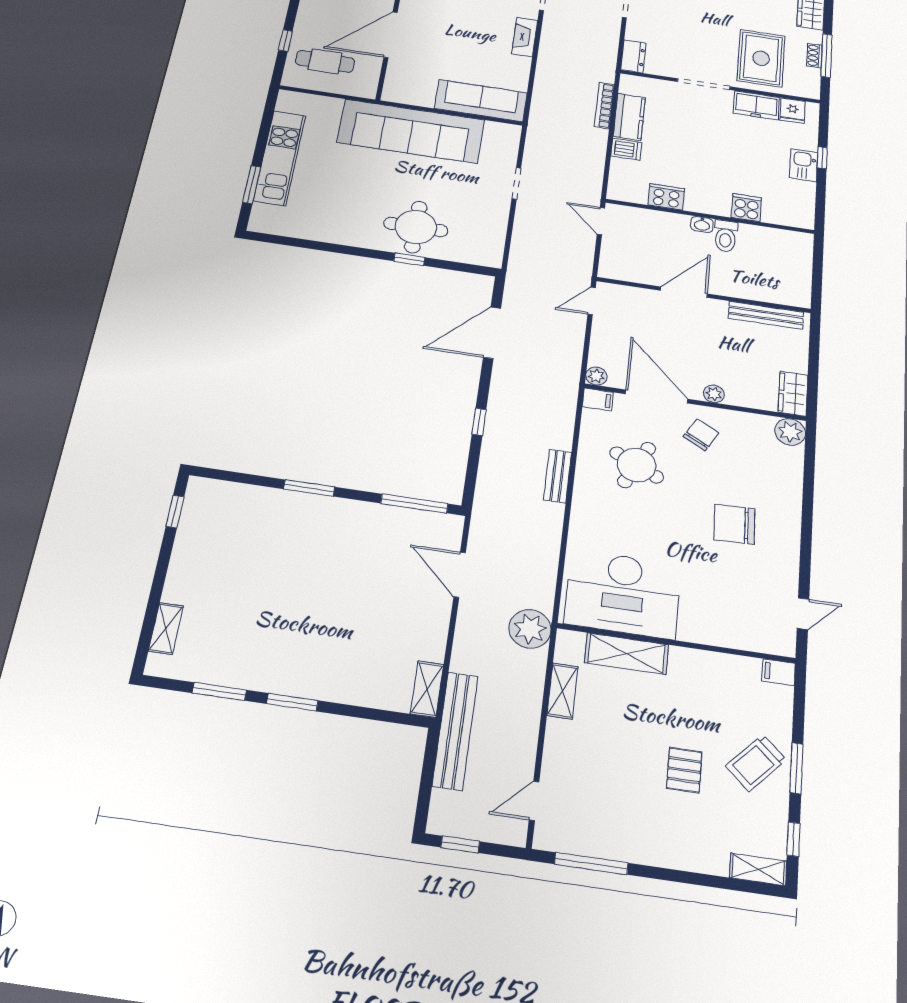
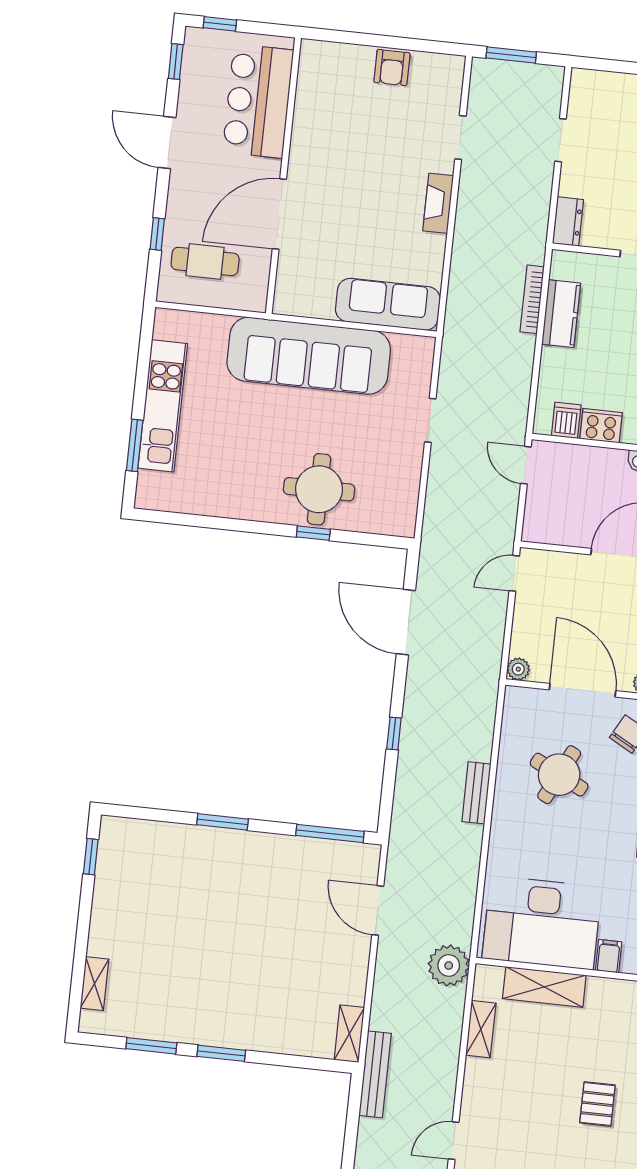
dishwasher: (626, 149) -> (566, 420), moved, turned -90
door: (492, 333) -> (406, 622), hinge flipped
filing cabinet: (598, 399) -> (609, 956), moved, turned -90
bench: (455, 731) -> (375, 1074), width x0.73, depth x0.82

